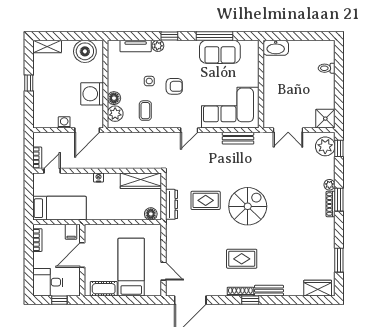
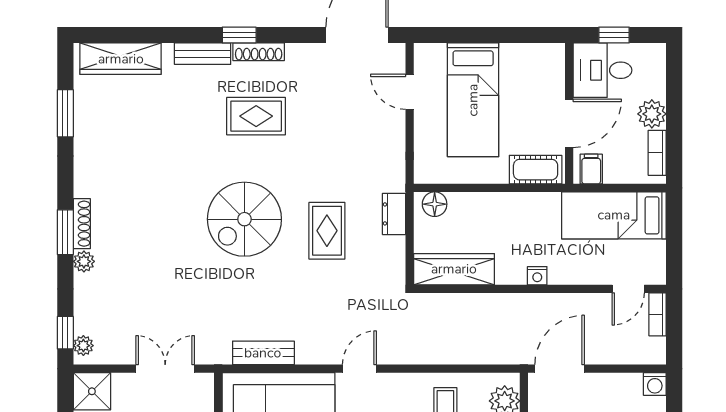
washing machine: (64, 122) -> (655, 384), moved
plant: (325, 146) -> (83, 346), width x0.53, depth x0.53
rug: (206, 200) -> (327, 231), turned 90
dresser: (171, 204) -> (394, 214), width x0.70
plant: (40, 260) -> (652, 114), added
desk: (48, 282) -> (602, 70), moved, turned 180
wardrobe: (318, 288) -> (121, 59), width x1.50
cot: (104, 289) -> (536, 170), moved

